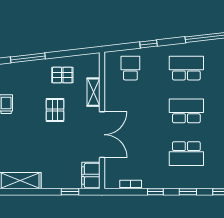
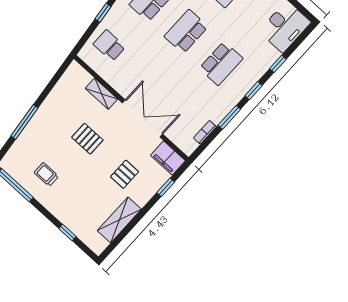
pallet: (62, 75) -> (125, 174), moved
window: (155, 192) -> (229, 117), width x1.50

